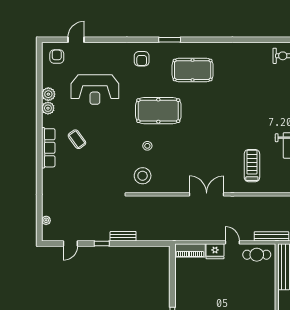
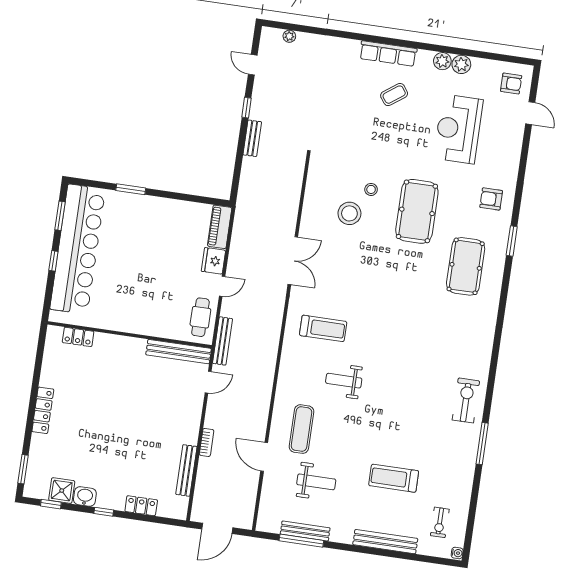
stool: (143, 176) -> (349, 213), moved

